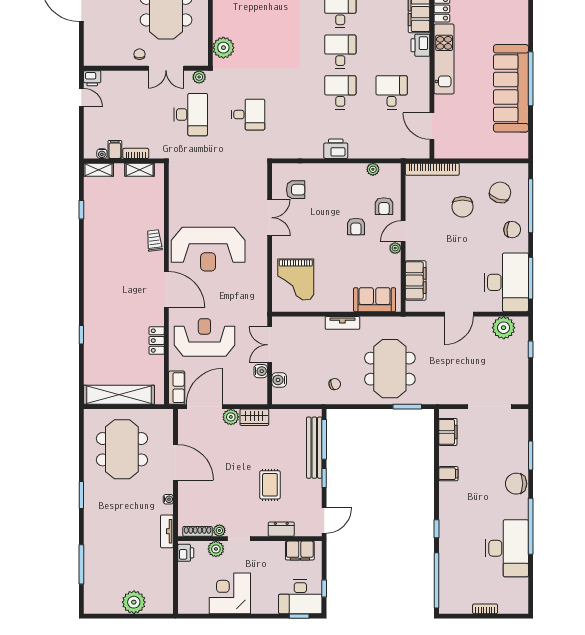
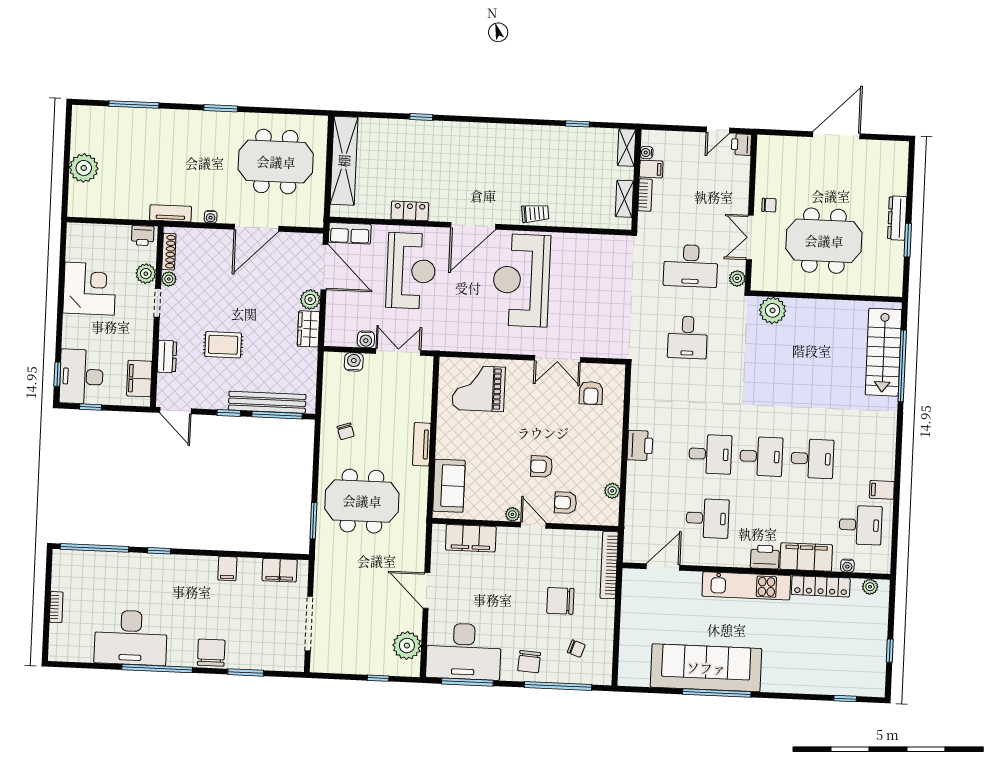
chair: (500, 192) -> (576, 649), width x0.54, depth x0.54

